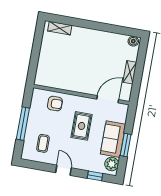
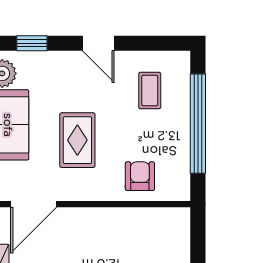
armchair: (55, 104) -> (140, 176), turned 90
window: (23, 124) -> (198, 124), width x1.46

